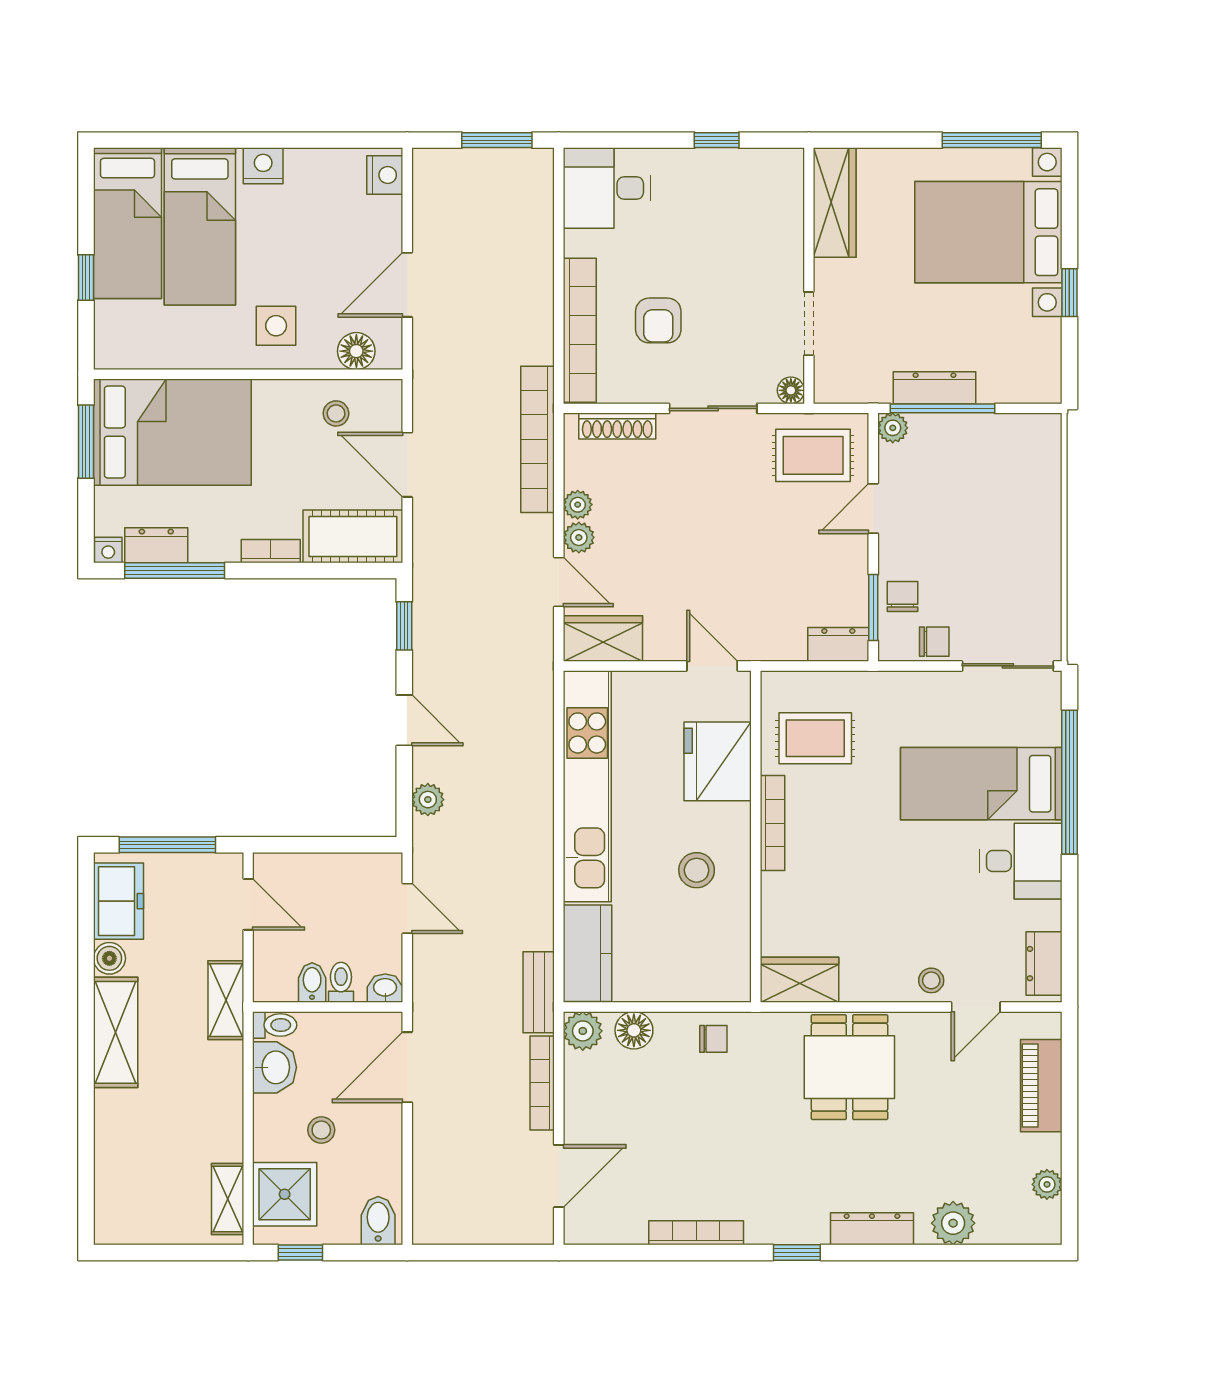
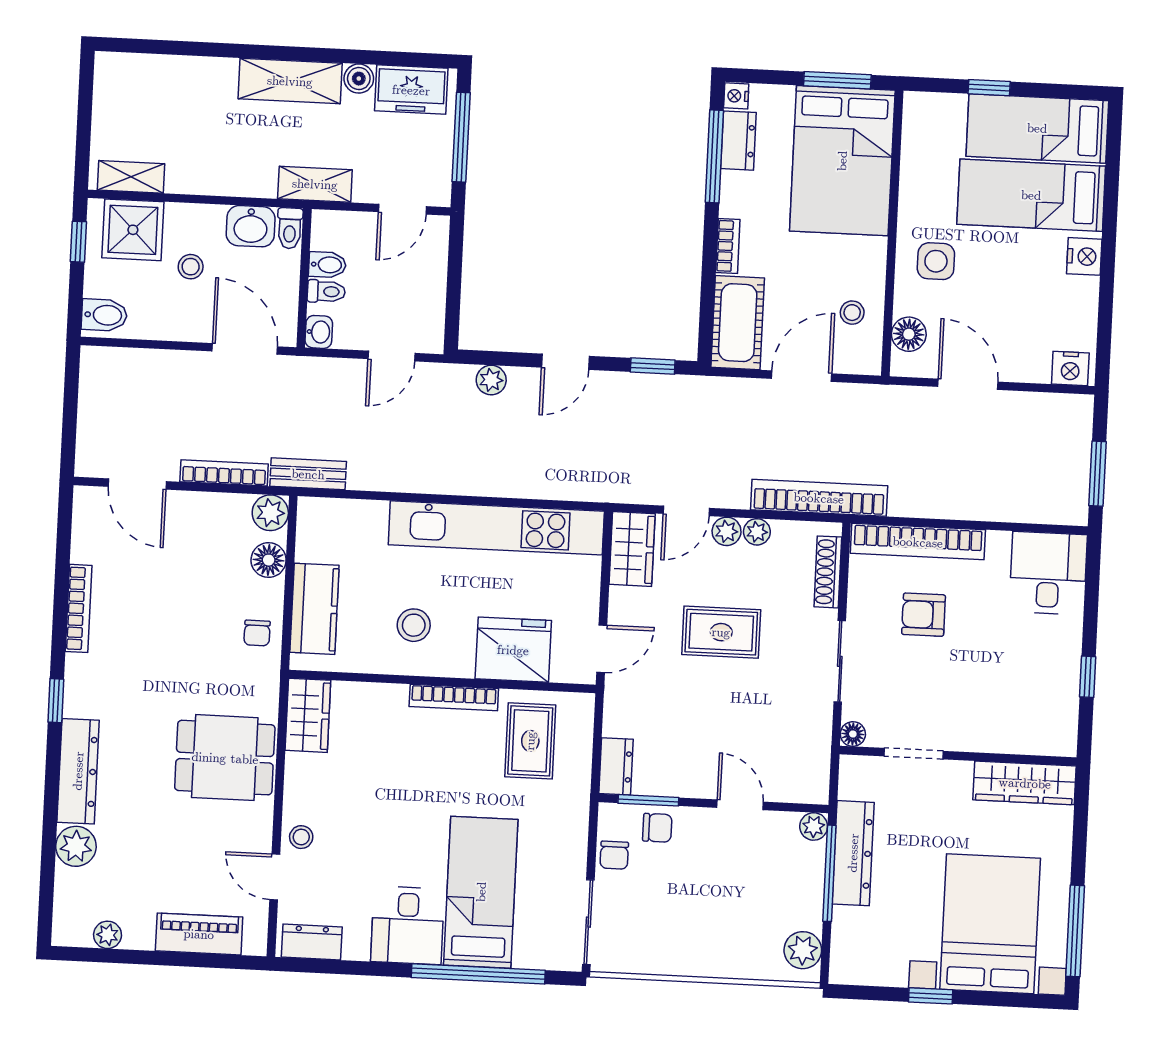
dresser: (935, 388) -> (853, 853), width x1.37, depth x1.24
plant: (1027, 433) -> (803, 950), added
rug: (813, 455) -> (721, 632), moved, turned 90
kitchen counter: (588, 953) -> (314, 609), moved, turned -90
dresser: (872, 1229) -> (78, 771), width x1.37, depth x1.24

